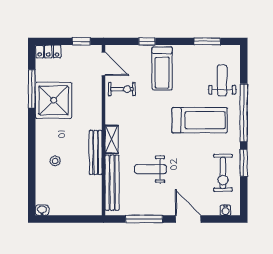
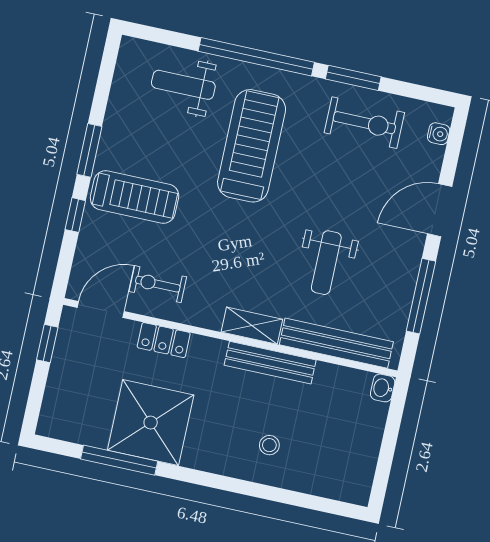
window: (207, 41) -> (89, 150), moved
locker: (48, 51) -> (164, 340), moved, turned 90
exercise bike: (122, 89) -> (158, 284), turned -90
washbasin: (42, 210) -> (383, 388), moved

